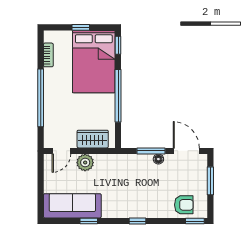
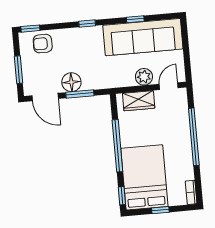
bookcase: (48, 55) -> (191, 192), moved
floor lamp: (158, 159) -> (71, 82), width x1.89, depth x1.89
sofa: (72, 206) -> (143, 37), width x1.36, depth x1.27

